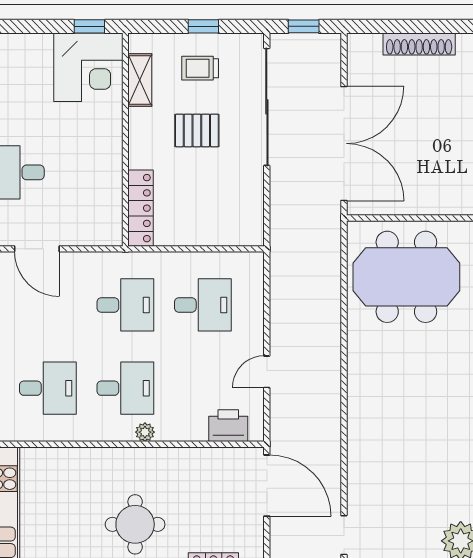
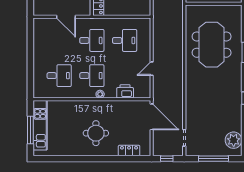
door: (37, 249) -> (66, 17), moved
meeting table: (406, 277) -> (212, 45), moved, turned 90
printer: (228, 426) -> (125, 91), moved

